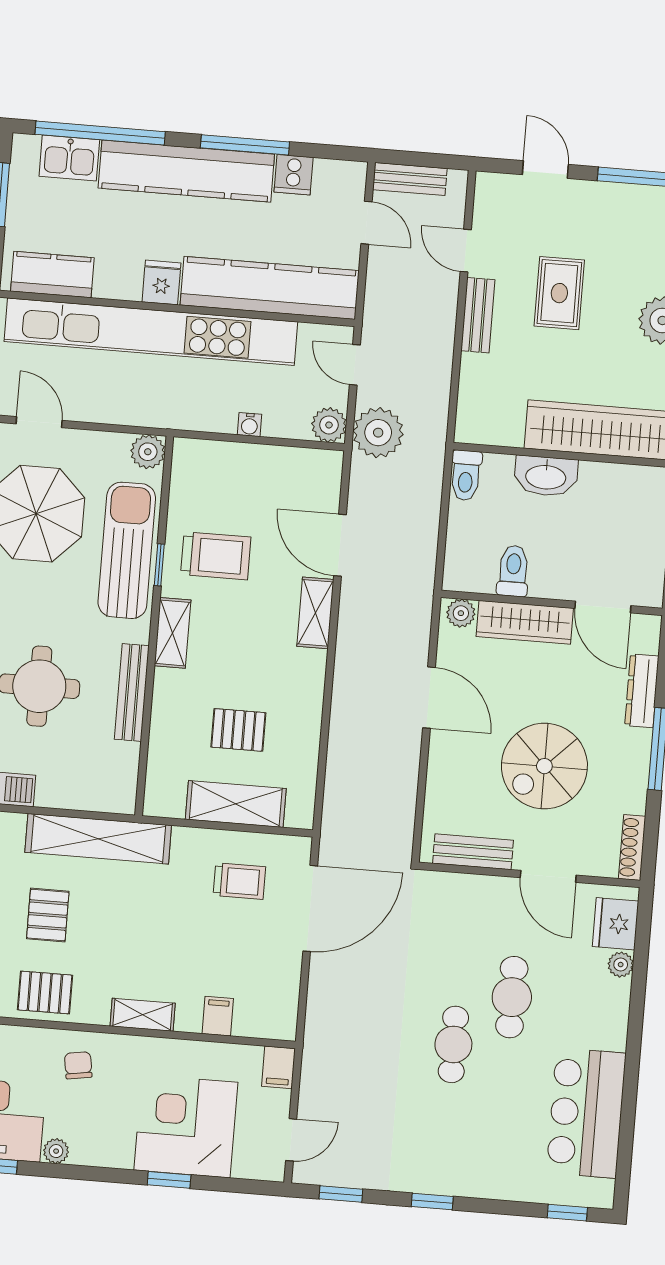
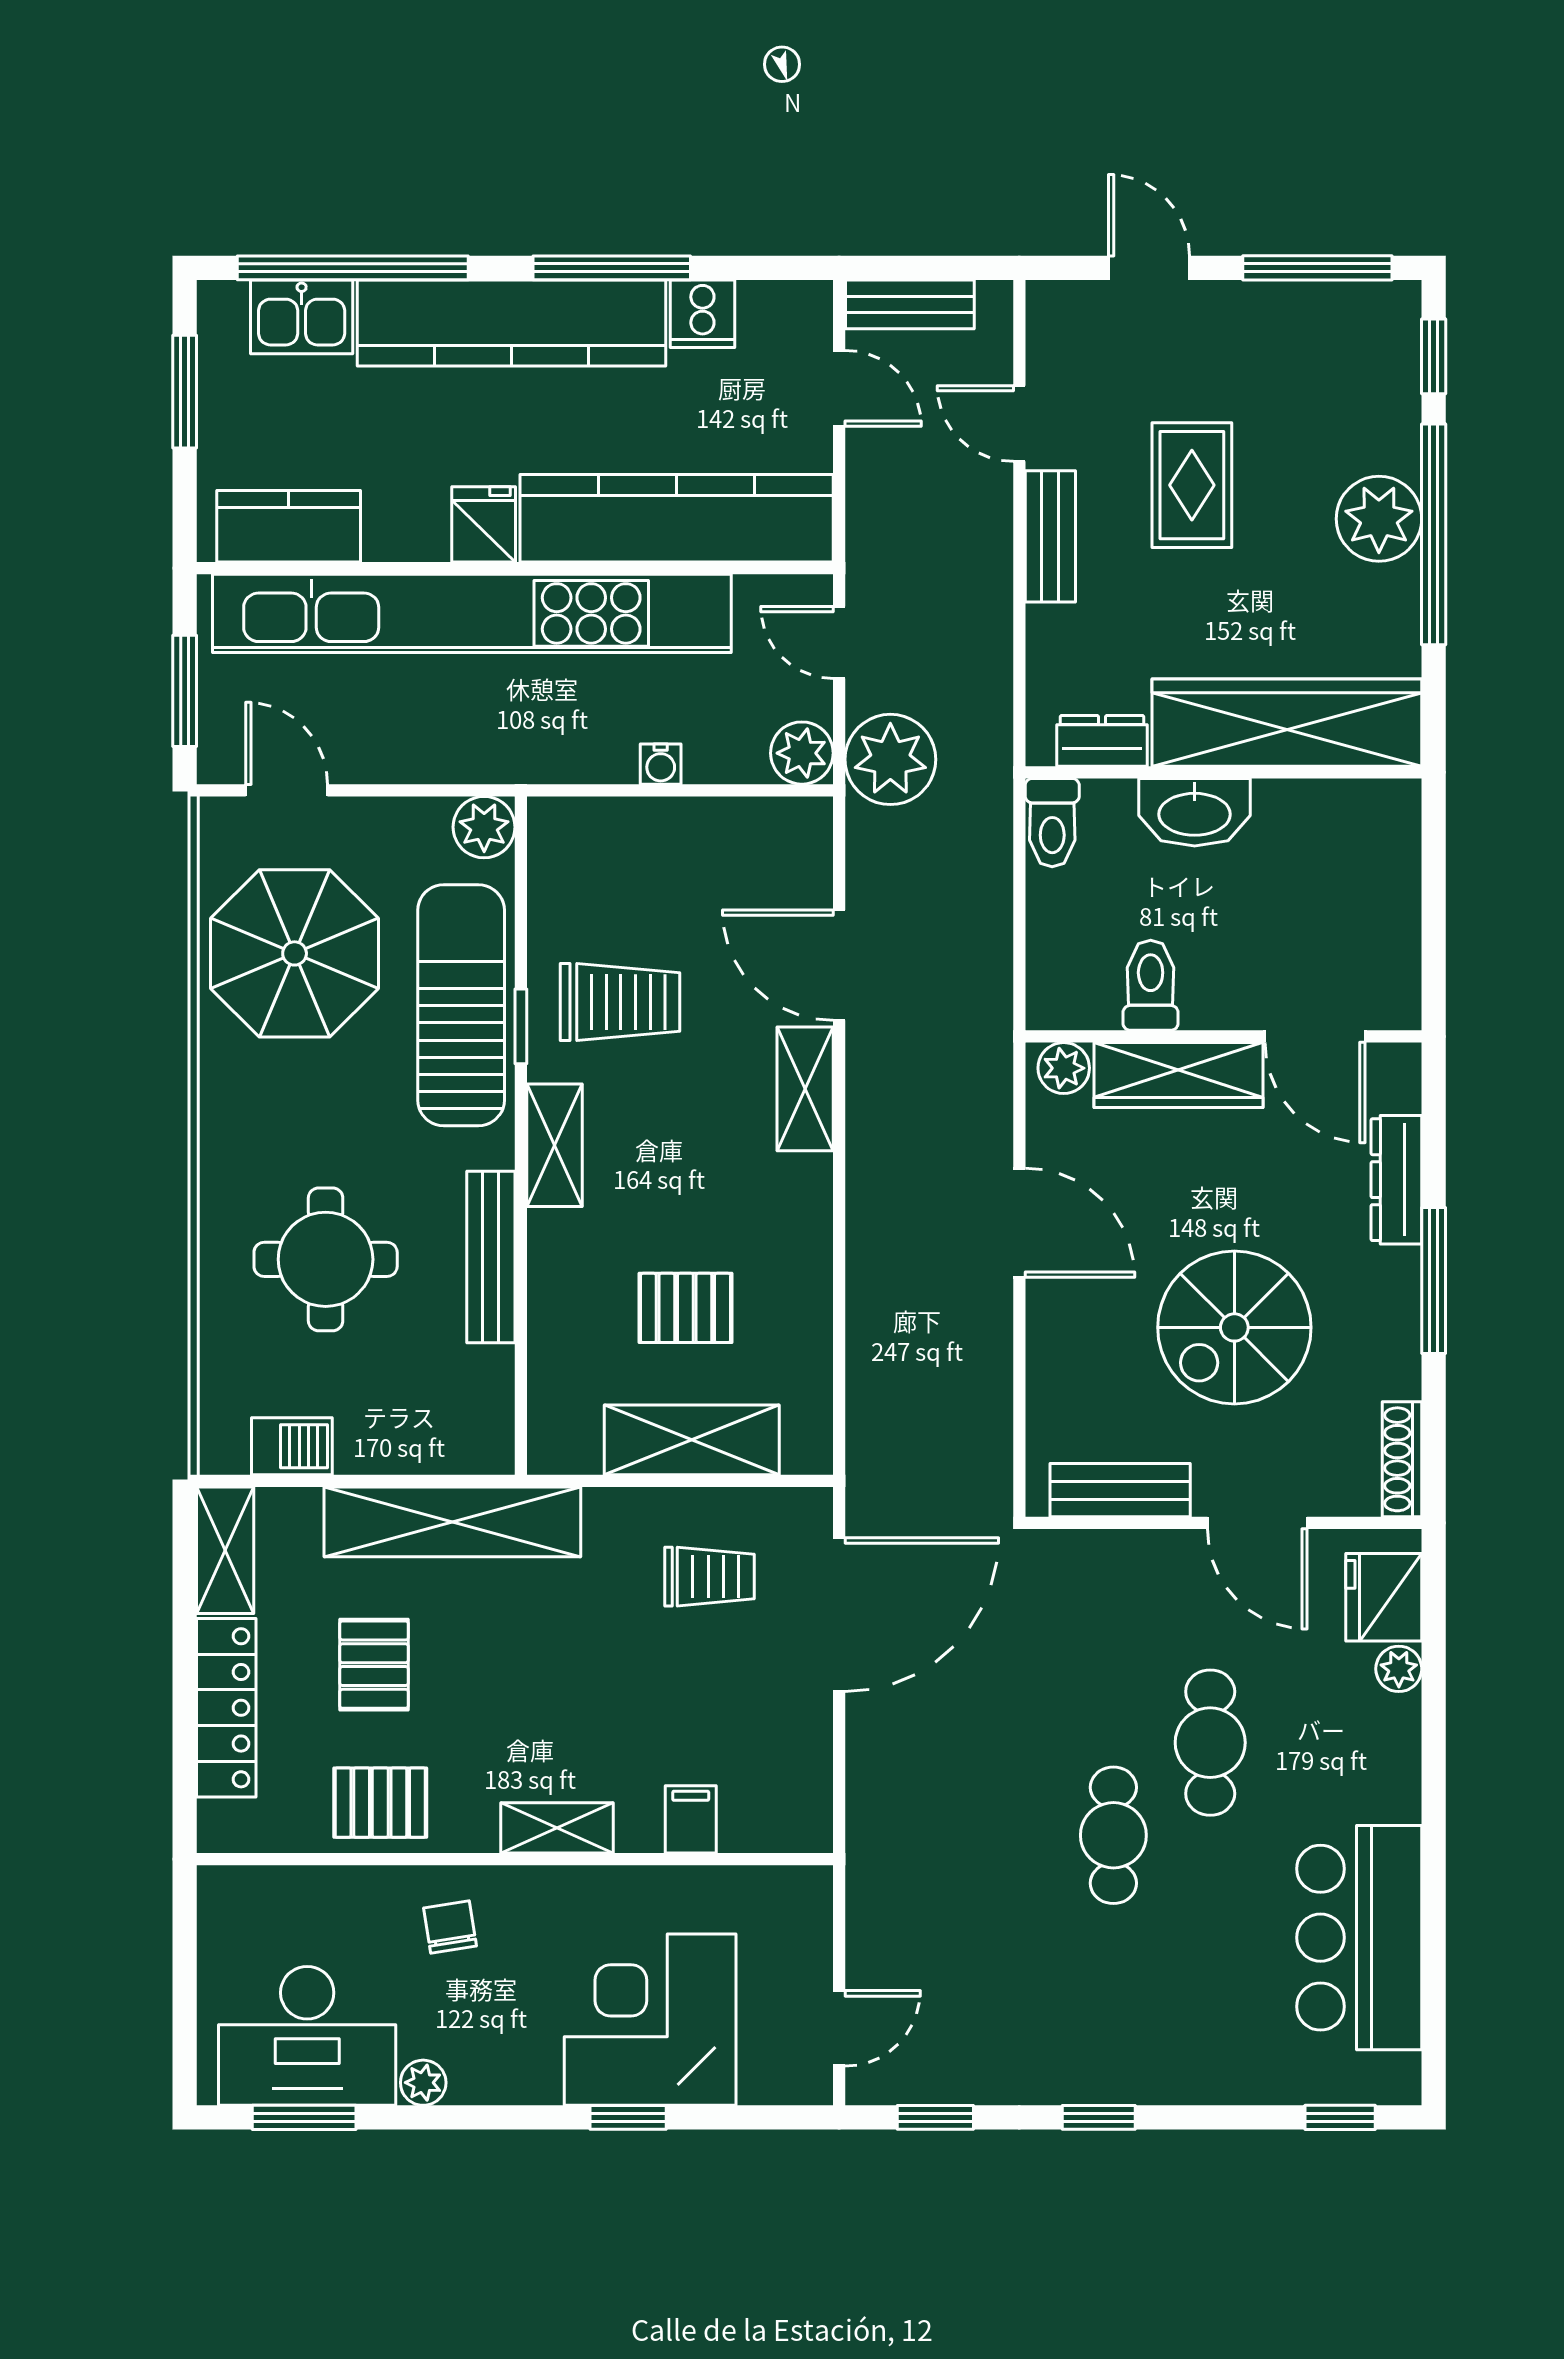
dresser: (497, 432) -> (1102, 741), added
filing cabinet: (278, 1067) -> (806, 1901), removed

